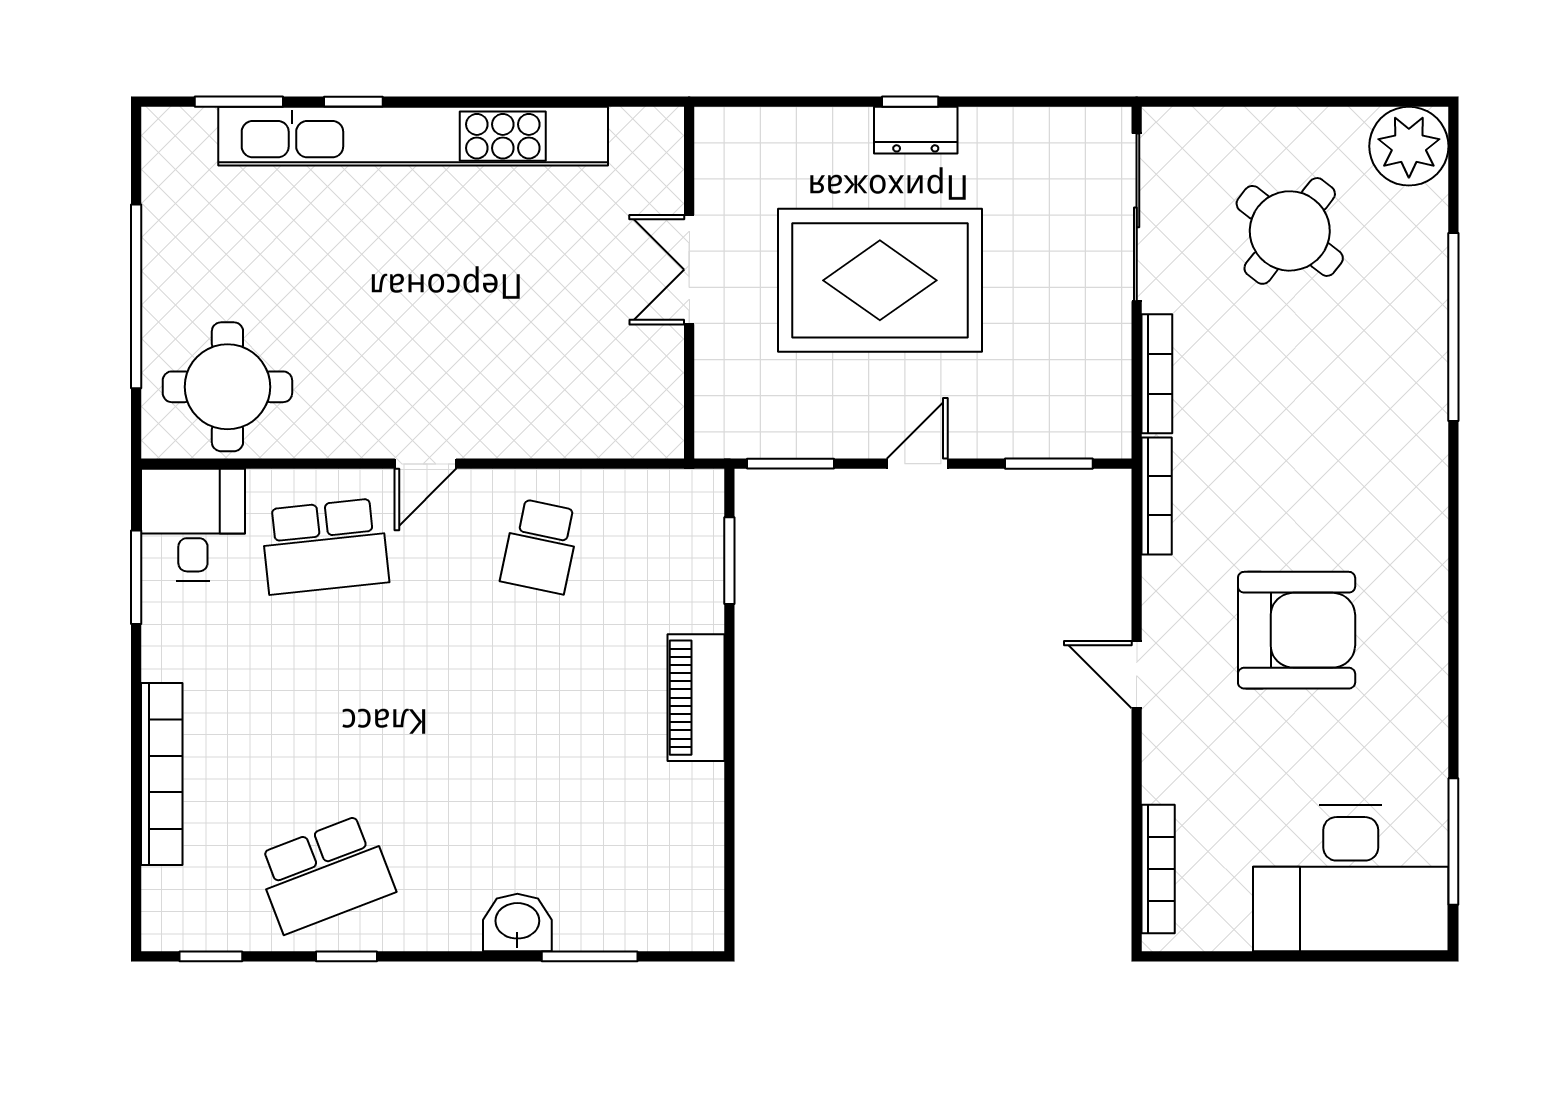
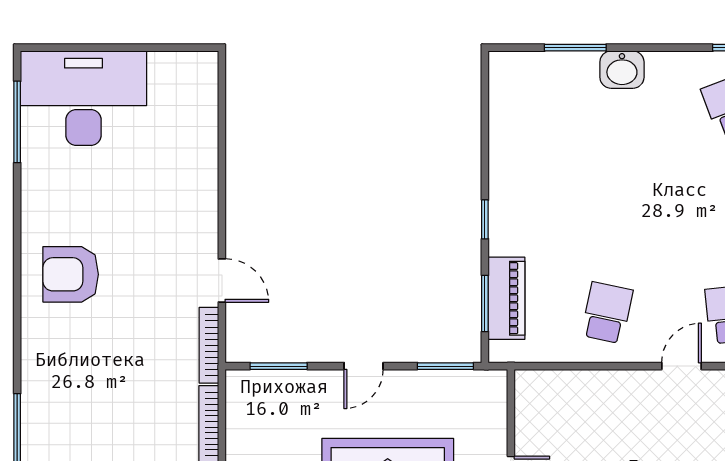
armchair: (1297, 630) -> (71, 274), moved, width x0.73, depth x0.73
door: (1137, 675) -> (222, 281), moved
window: (729, 691) -> (485, 219), added
piano: (696, 698) -> (507, 298), moved
bookcase: (1158, 869) -> (208, 104), removed

